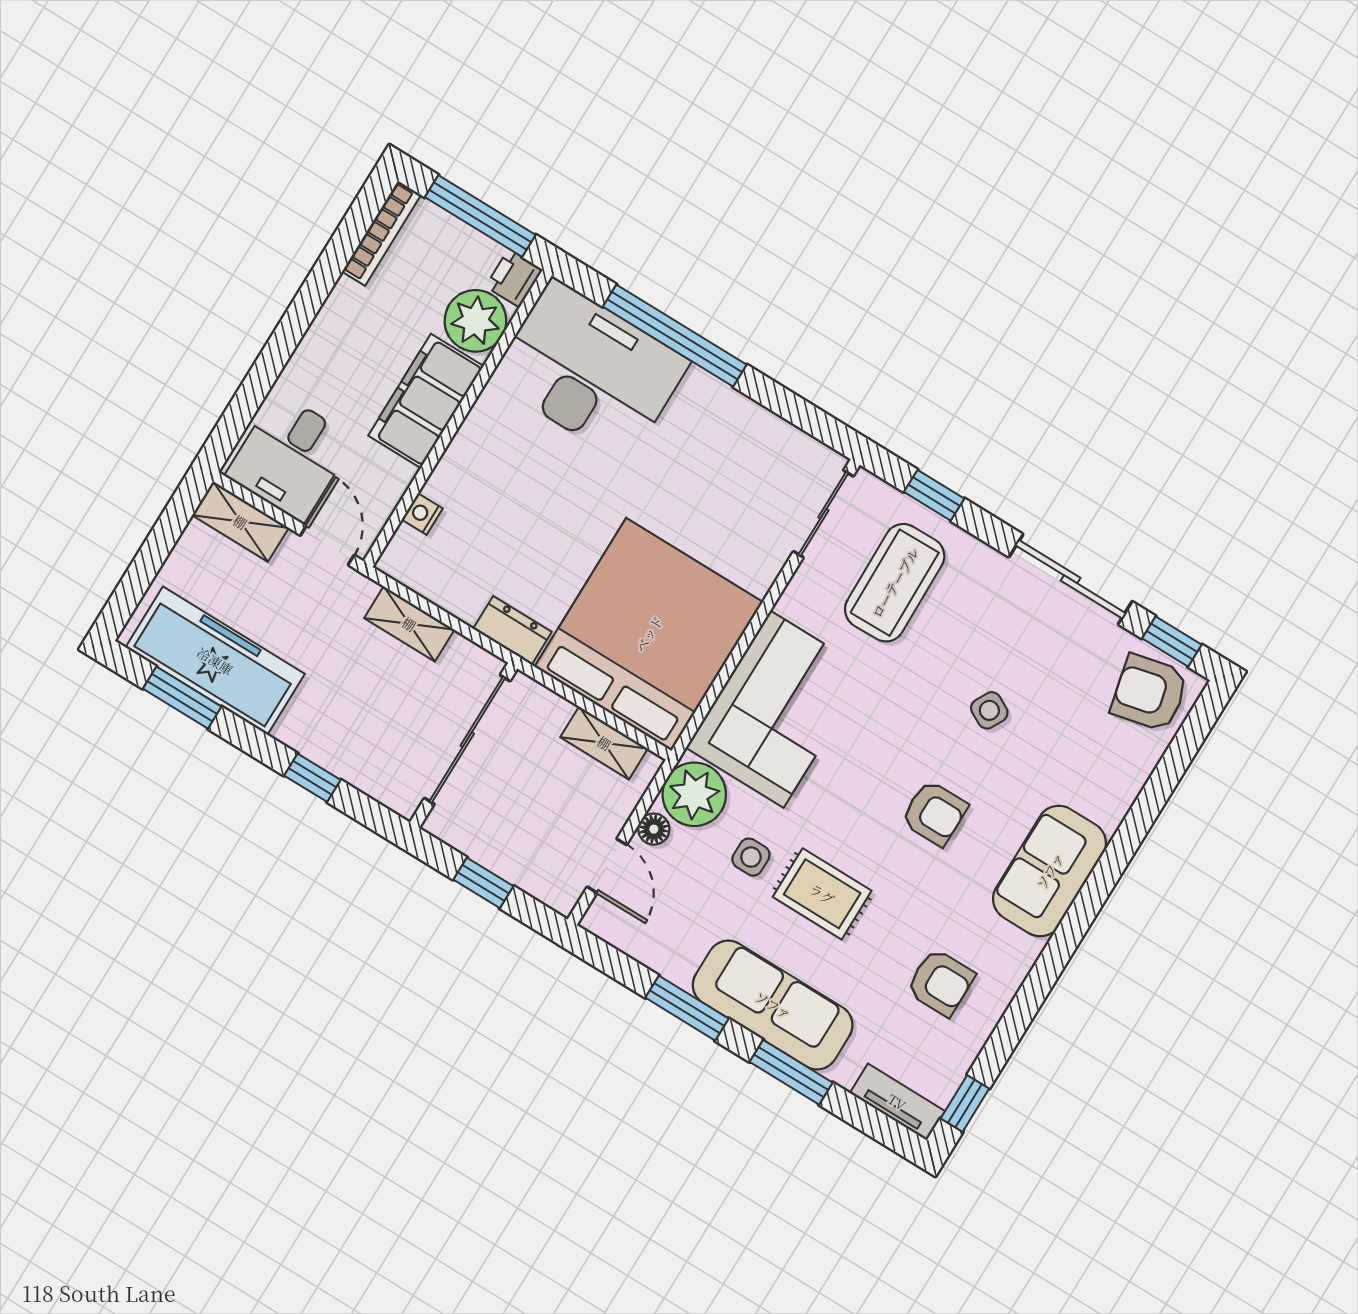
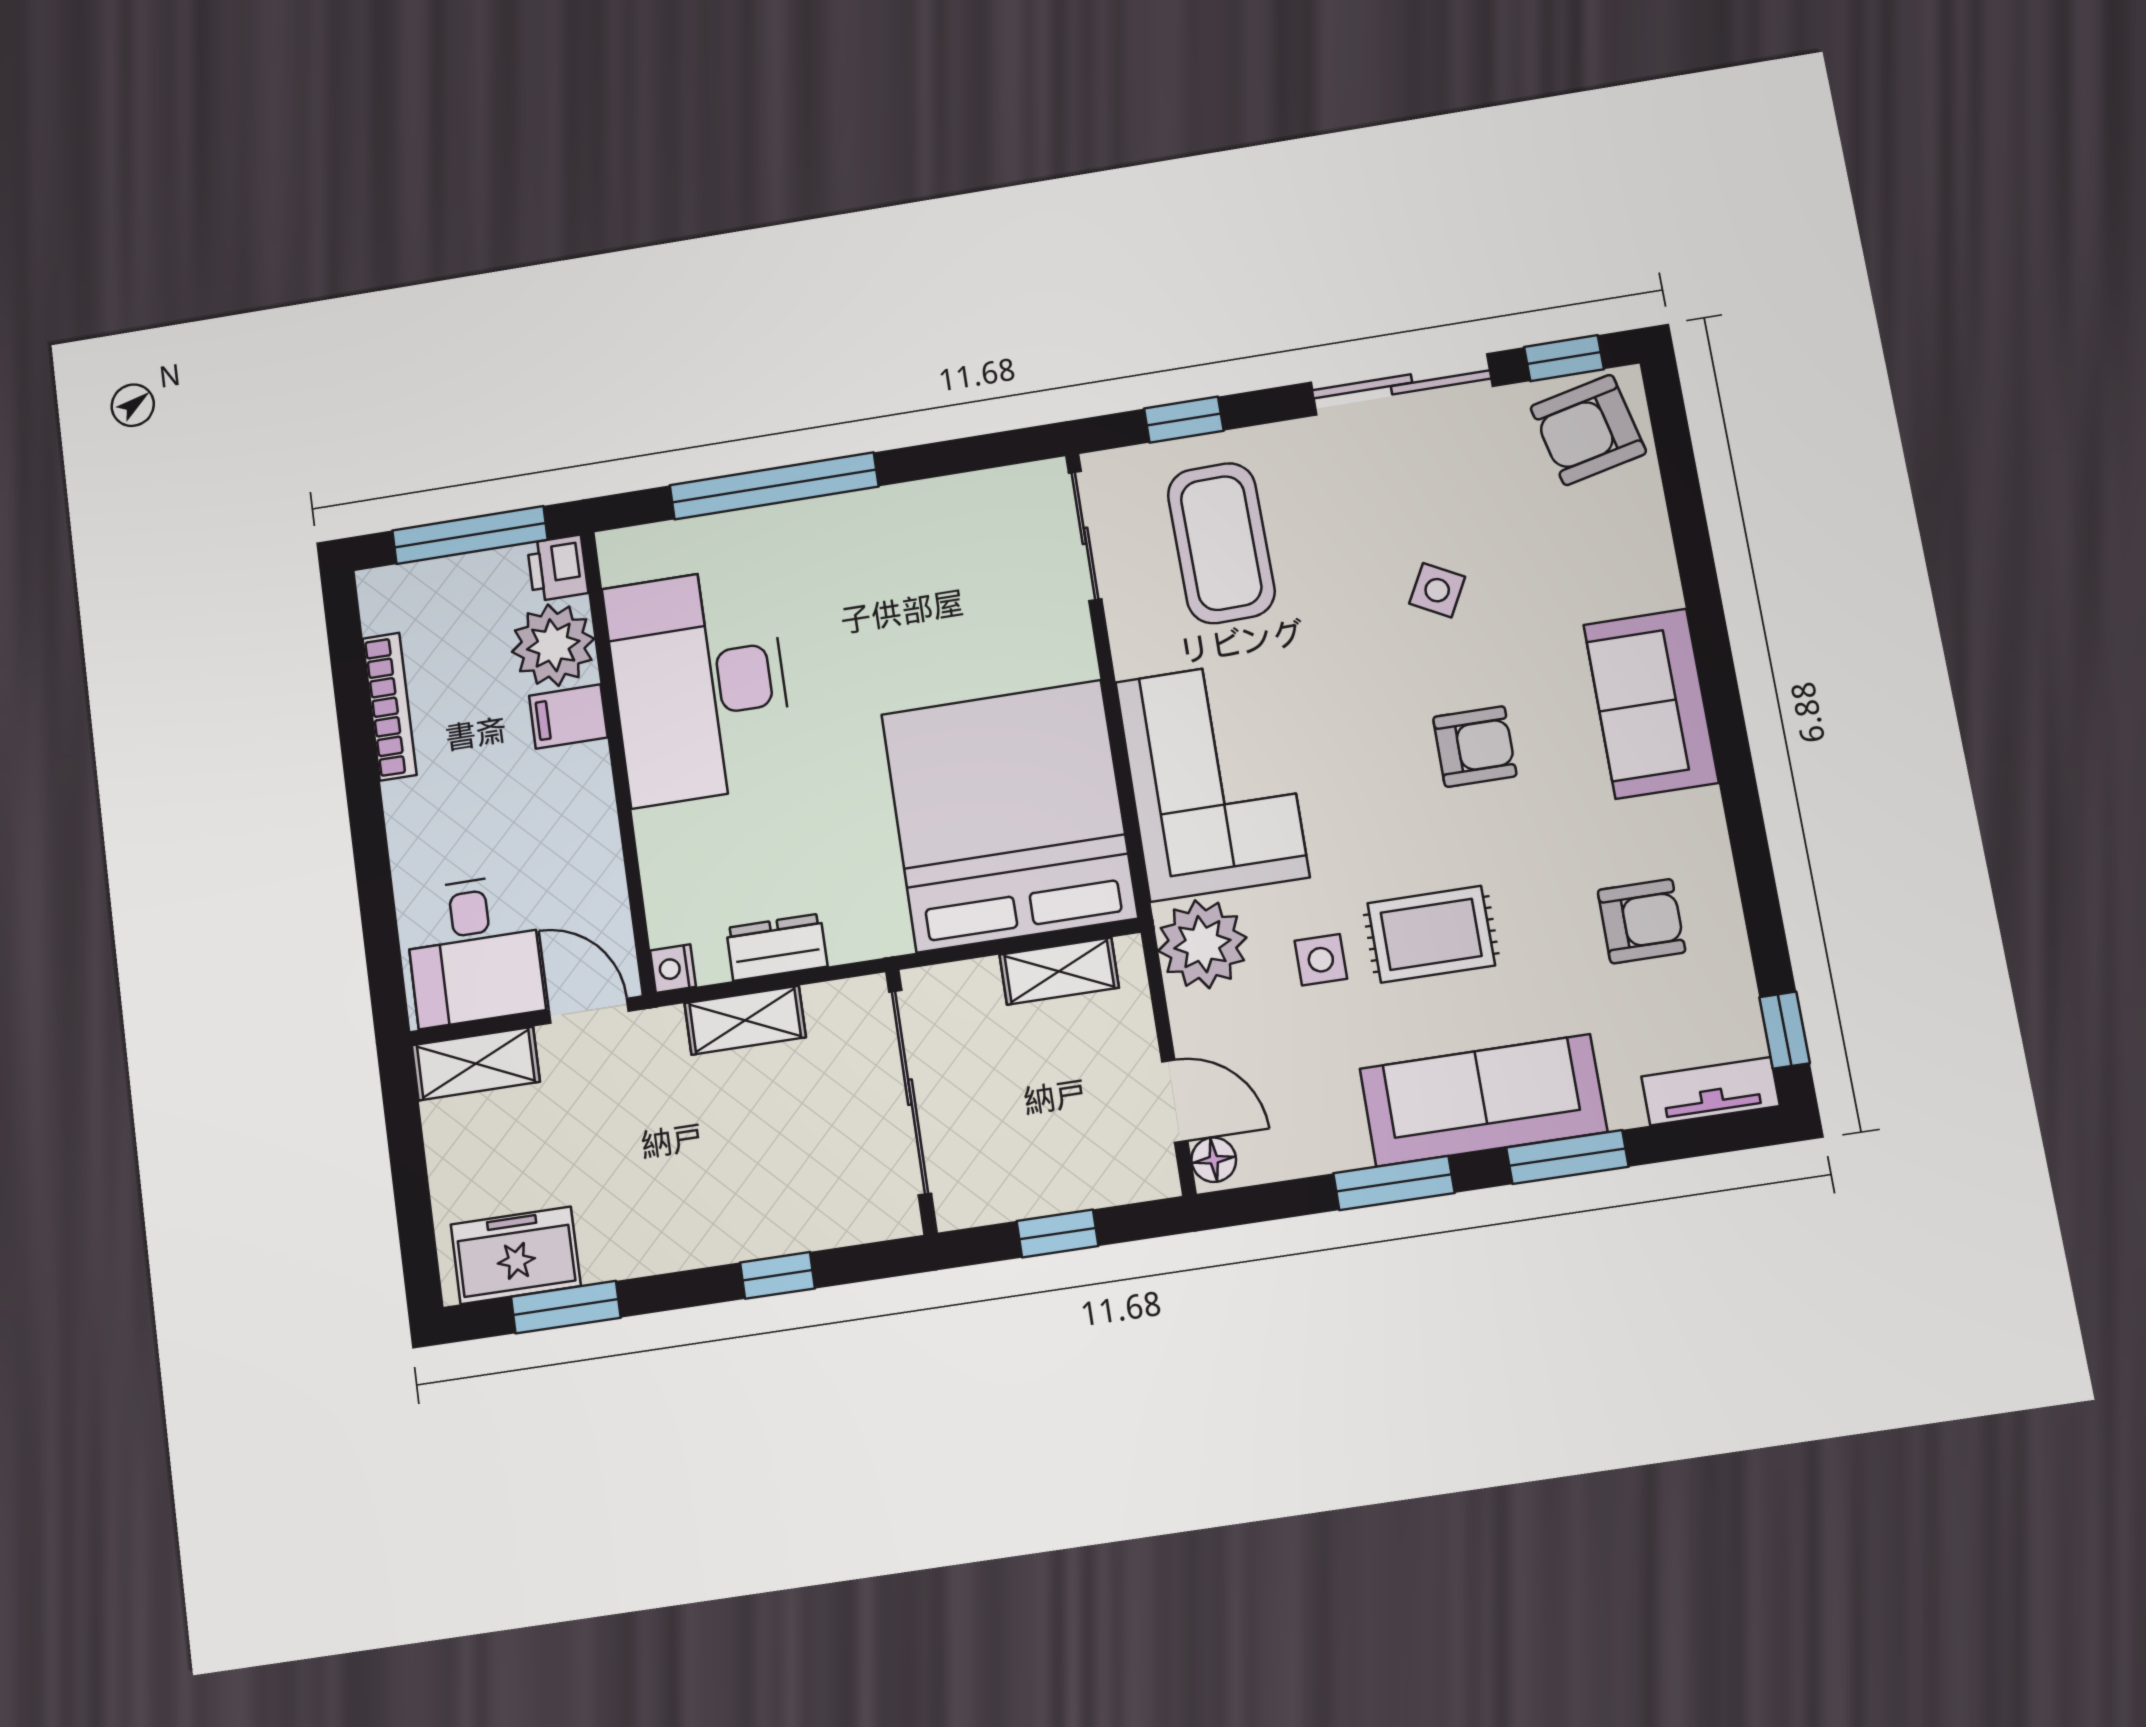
bookcase: (382, 233) -> (390, 707), moved
desk: (590, 371) -> (699, 685), moved, turned -90
filing cabinet: (426, 401) -> (568, 717), width x0.33, depth x0.86
nightstand: (422, 514) -> (673, 969), moved
dresser: (512, 630) -> (777, 947), moved
freezer: (215, 661) -> (516, 1255), width x0.52, depth x0.79
floor lamp: (654, 829) -> (1214, 1160), moved

